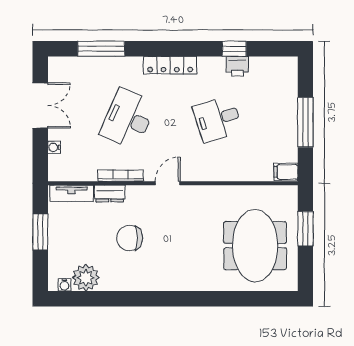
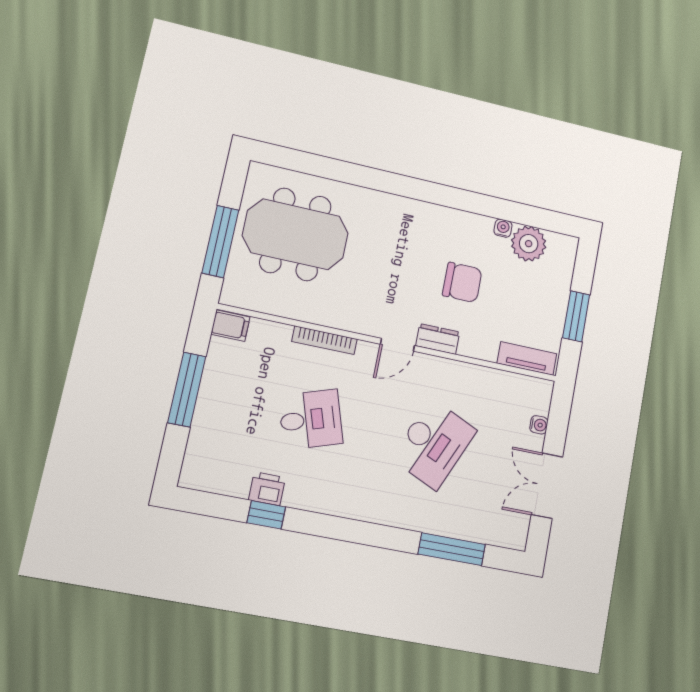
locker: (170, 65) -> (362, 508), removed
bookcase: (120, 176) -> (325, 340), moved
dresser: (110, 194) -> (438, 339), moved
window: (305, 229) -> (220, 241), width x1.44
meeting table: (255, 246) -> (295, 234), turned 90
water cooler: (64, 285) -> (503, 228), moved

